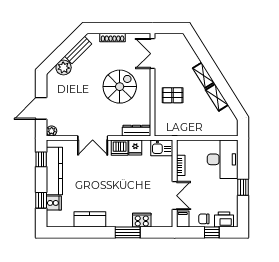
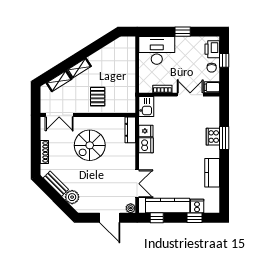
spiral stairs: (120, 87) -> (90, 145), turned -90
shelving: (217, 97) -> (59, 81), moved
double door: (93, 138) -> (137, 184), moved
cooker: (142, 220) -> (213, 137), moved

